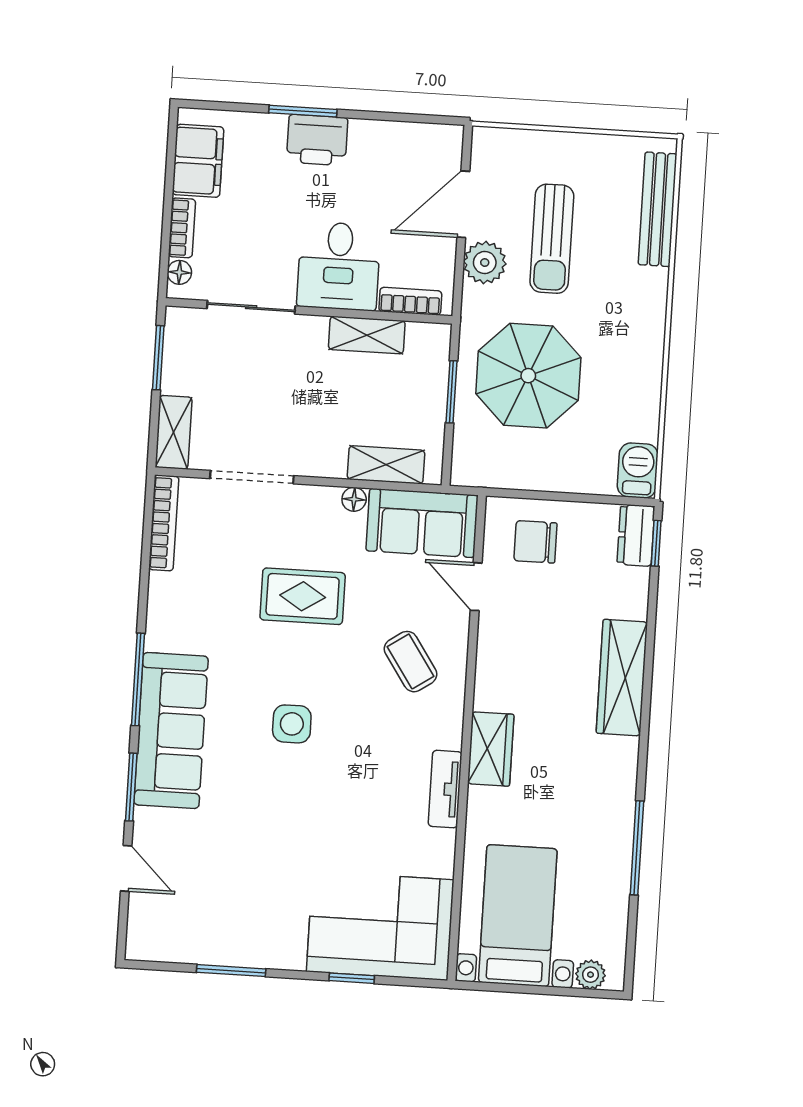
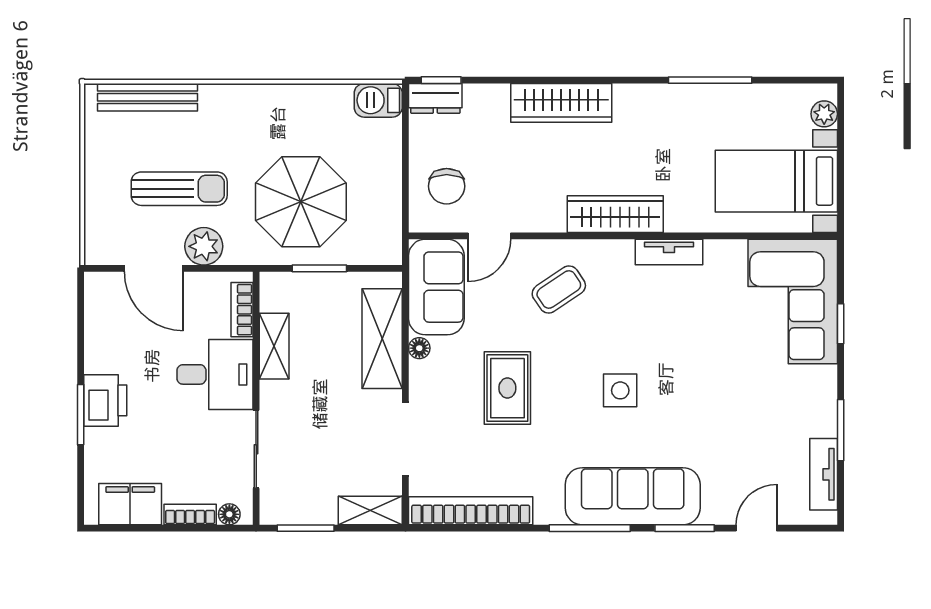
shelving: (386, 465) -> (382, 339), width x1.50, depth x1.33
bookcase: (164, 523) -> (471, 511), width x1.48, depth x1.31
wardrobe: (491, 749) -> (615, 214), width x1.50
tv unit: (182, 948) -> (824, 474), added

